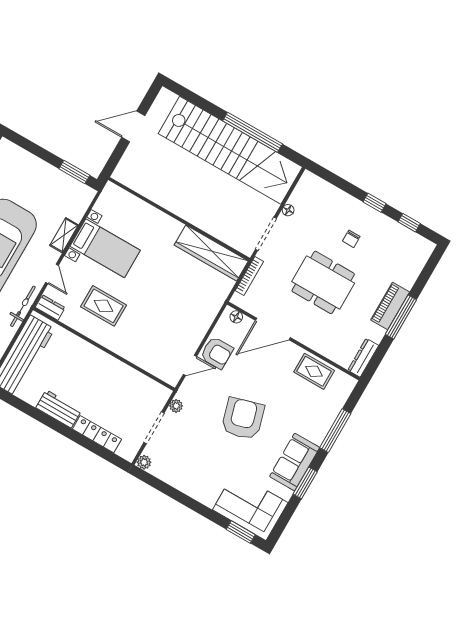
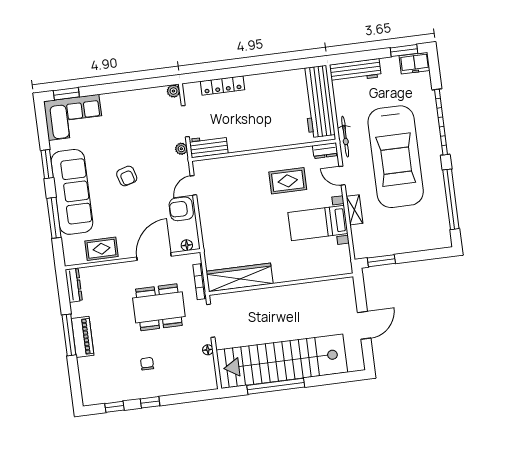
dining table: (323, 282) -> (159, 307), moved
workbench: (59, 409) -> (209, 146), moved, turned 180
armchair: (243, 419) -> (127, 176), width x0.53, depth x0.53
sofa: (295, 462) -> (72, 192), width x1.85, depth x1.27

